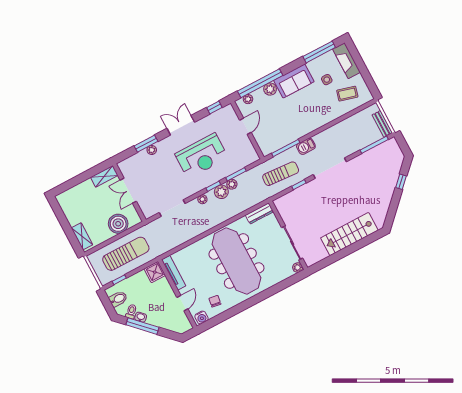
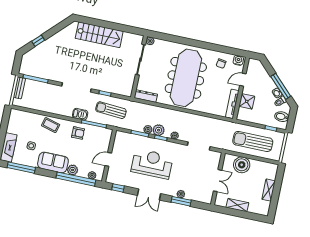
coffee table: (347, 94) -> (51, 125), moved
armchair: (293, 127) -> (78, 133), added
shelving: (104, 176) -> (237, 205), moved
shelving: (82, 236) -> (269, 190), moved
shower: (155, 272) -> (247, 101), moved

